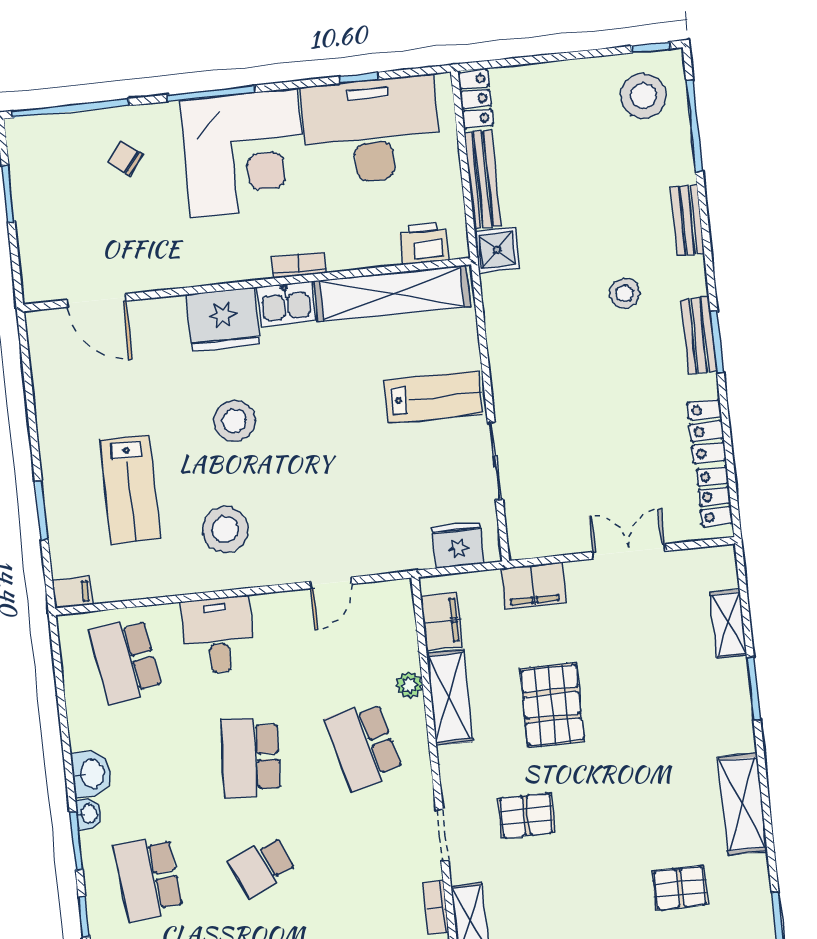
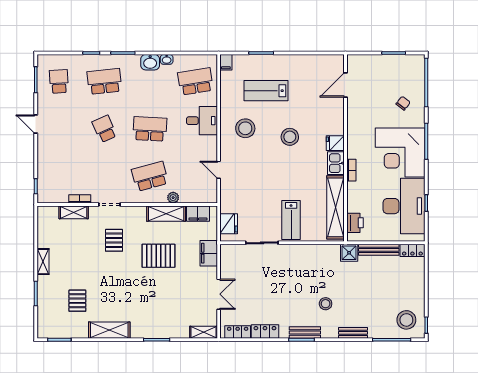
fridge: (223, 319) -> (335, 143), width x0.53, depth x0.75
shelving: (729, 624) -> (204, 332), moved
washbasin: (89, 814) -> (167, 59), moved

